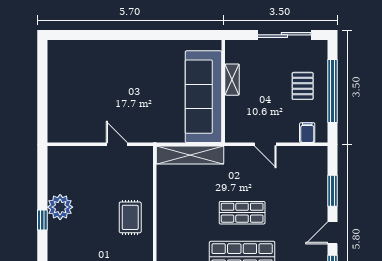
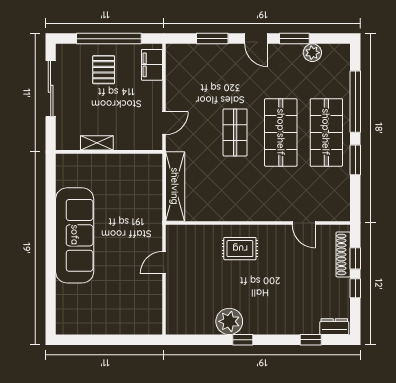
pallet: (303, 86) -> (104, 70), turned 90
sofa: (203, 97) -> (75, 235), moved, turned -90
filing cabinet: (307, 133) -> (152, 65), width x2.00
door: (265, 144) -> (164, 123), moved

